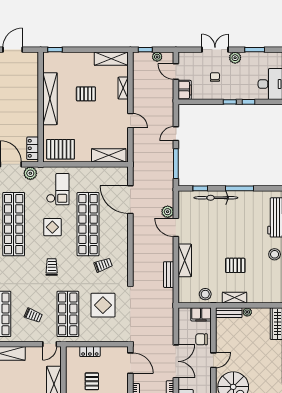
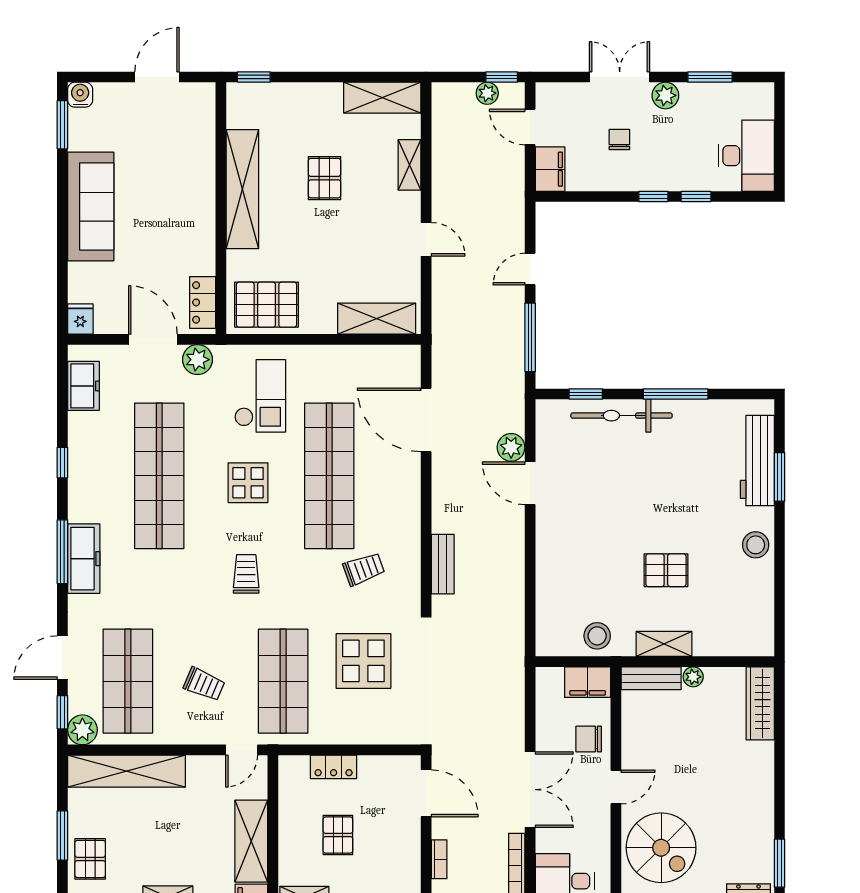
window: (145, 50) -> (502, 77), moved
pallet: (86, 94) -> (325, 178), turned 90
shelving: (185, 260) -> (550, 559), removed
bench: (169, 275) -> (443, 564), moved

